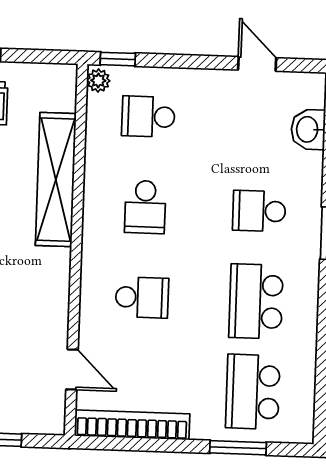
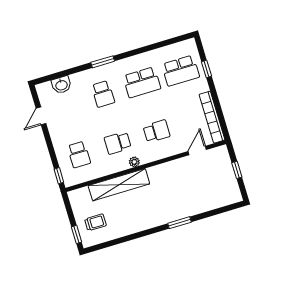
plant: (98, 80) -> (134, 162), moved
school desk: (145, 207) -> (118, 143), turned 180
school desk: (142, 297) -> (156, 131), turned 90
window: (238, 448) -> (206, 69), width x0.67

